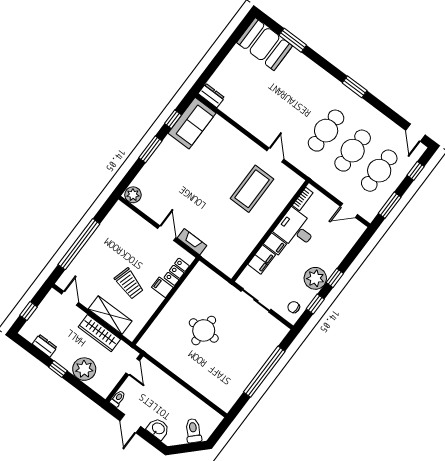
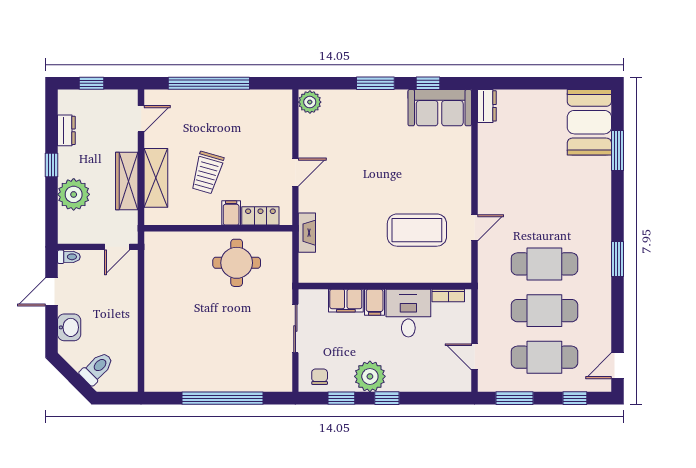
fireplace: (192, 242) -> (307, 233), moved
round table: (204, 330) -> (237, 263), moved

